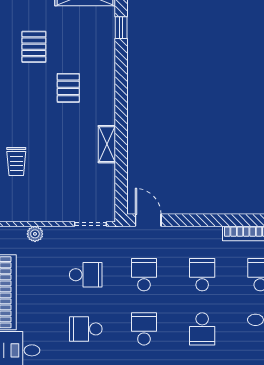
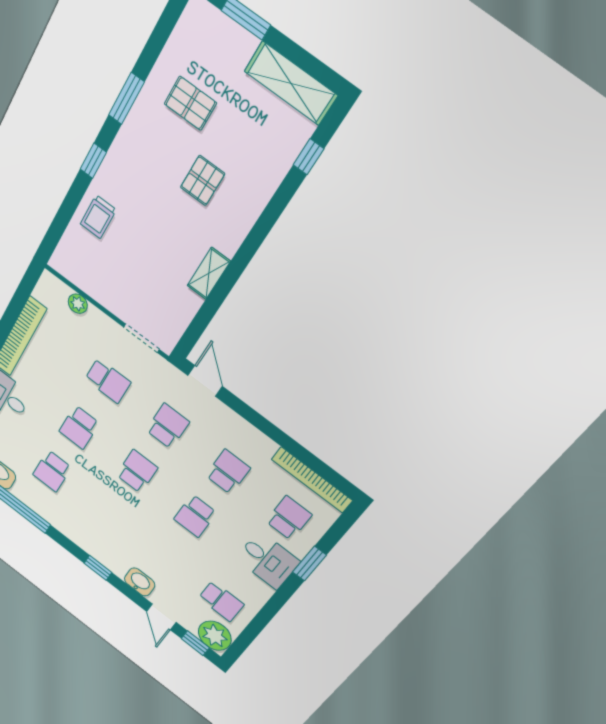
pallet: (34, 47) -> (190, 103), turned 90
school desk: (86, 329) -> (79, 427), turned -90

